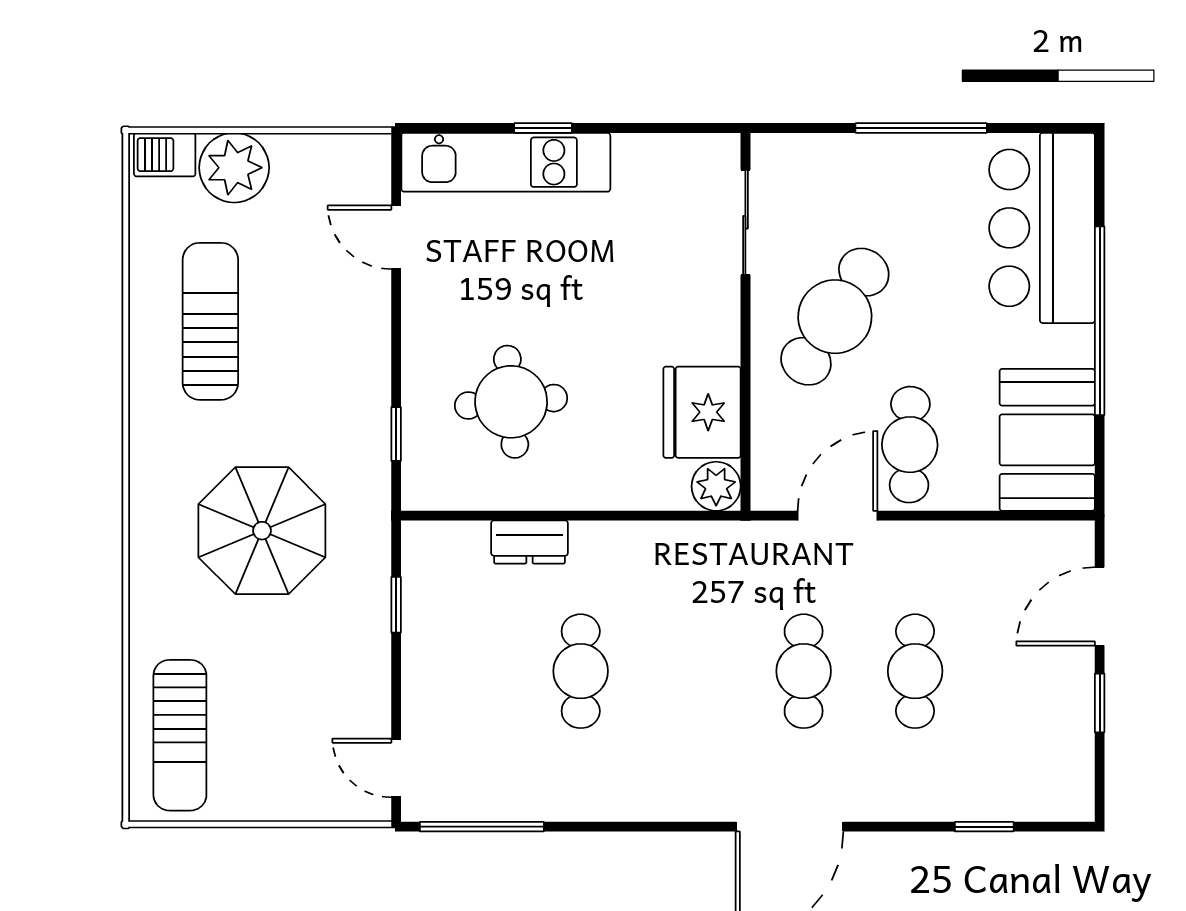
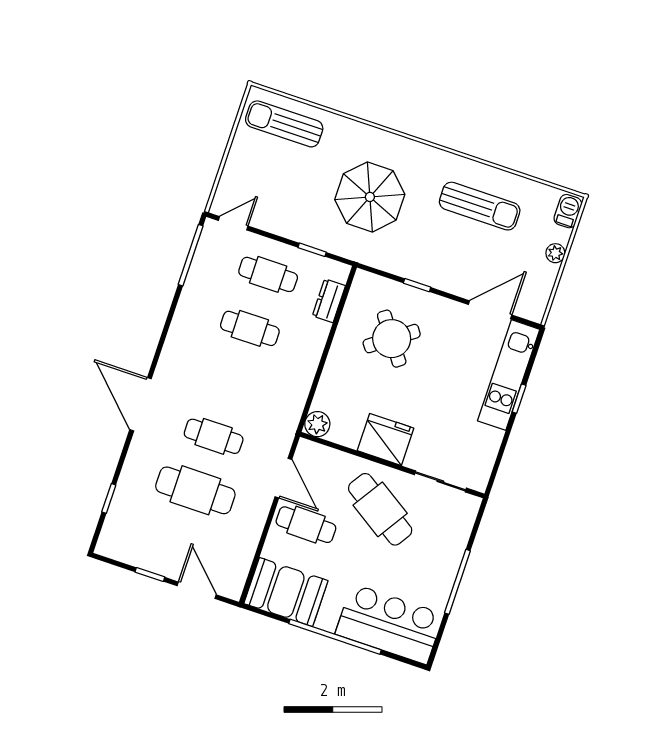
plant: (234, 168) -> (555, 253), width x0.53, depth x0.53
door: (396, 237) -> (490, 310), width x1.38
round table: (511, 402) -> (392, 339), turned -31
fridge: (702, 412) -> (386, 439), moved
window: (396, 434) -> (417, 285), moved
dresser: (530, 542) -> (329, 301), moved
cafe table: (469, 671) -> (268, 274), added
cafe table: (915, 671) -> (195, 490), width x1.37, depth x1.35

